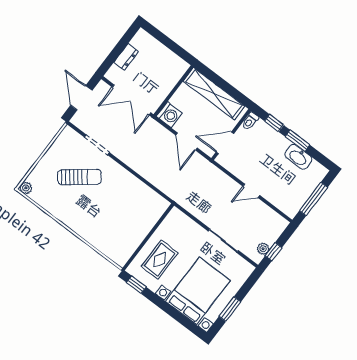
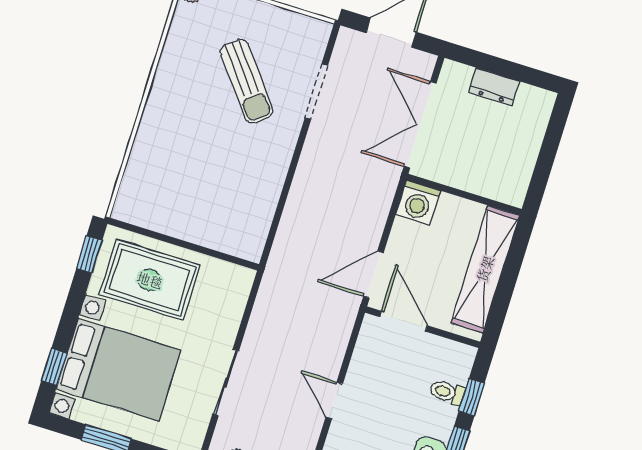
toilet: (250, 121) -> (447, 392), moved
door: (186, 142) -> (373, 274), moved
rug: (160, 260) -> (150, 280), width x1.36, depth x1.43
window: (185, 322) -> (54, 367), added

